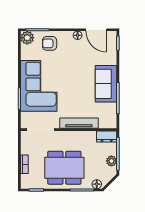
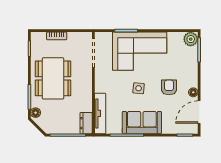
armchair: (50, 43) -> (169, 87), moved
side table: (74, 87) -> (139, 88), added
tv unit: (79, 123) -> (100, 113), moved
plant: (111, 161) -> (60, 128), removed

